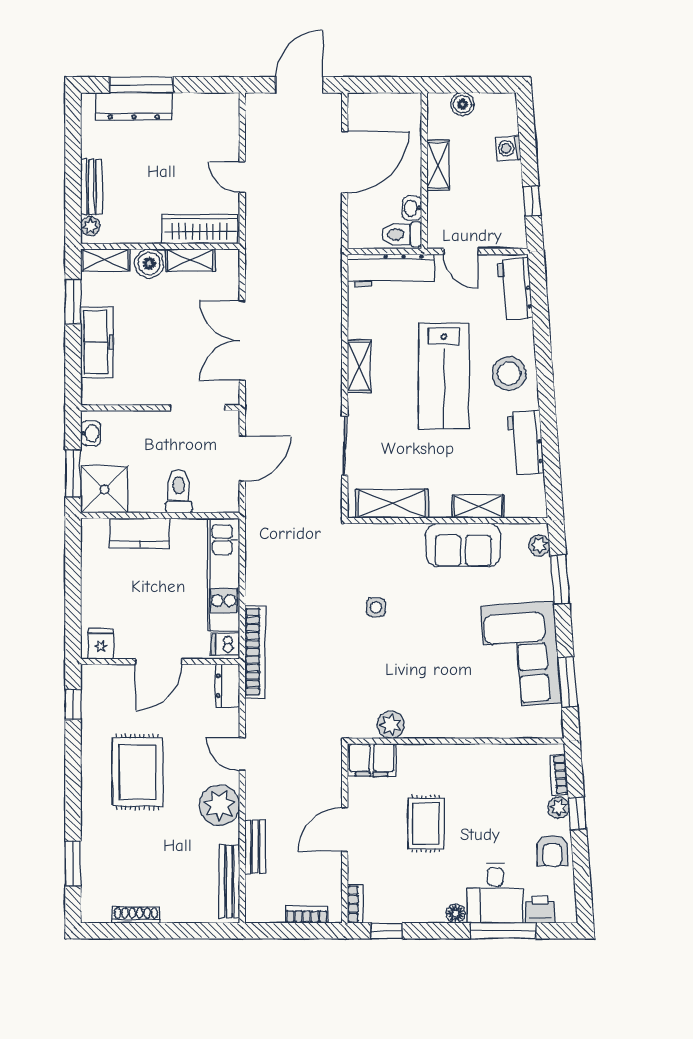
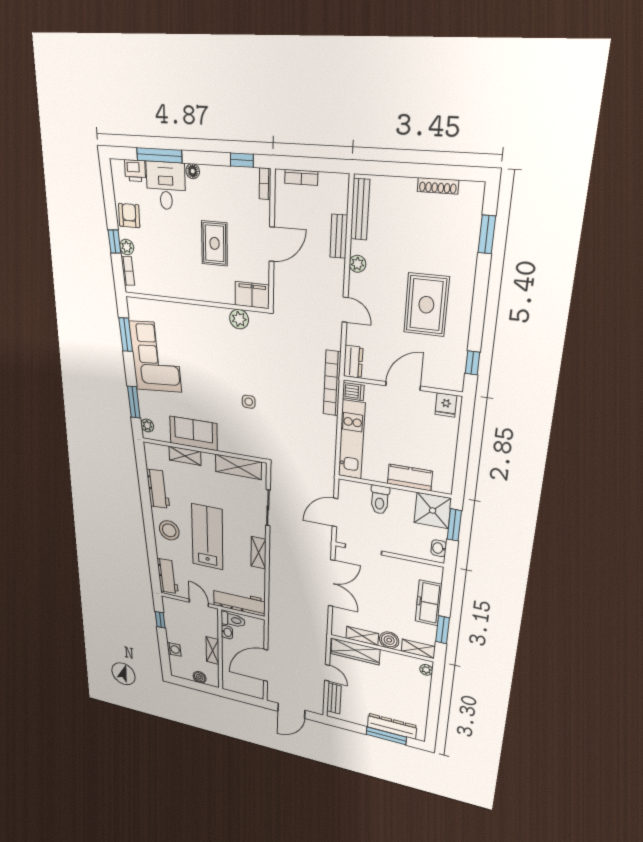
bench: (91, 187) -> (334, 698), moved
plant: (220, 805) -> (357, 264), width x0.53, depth x0.53

